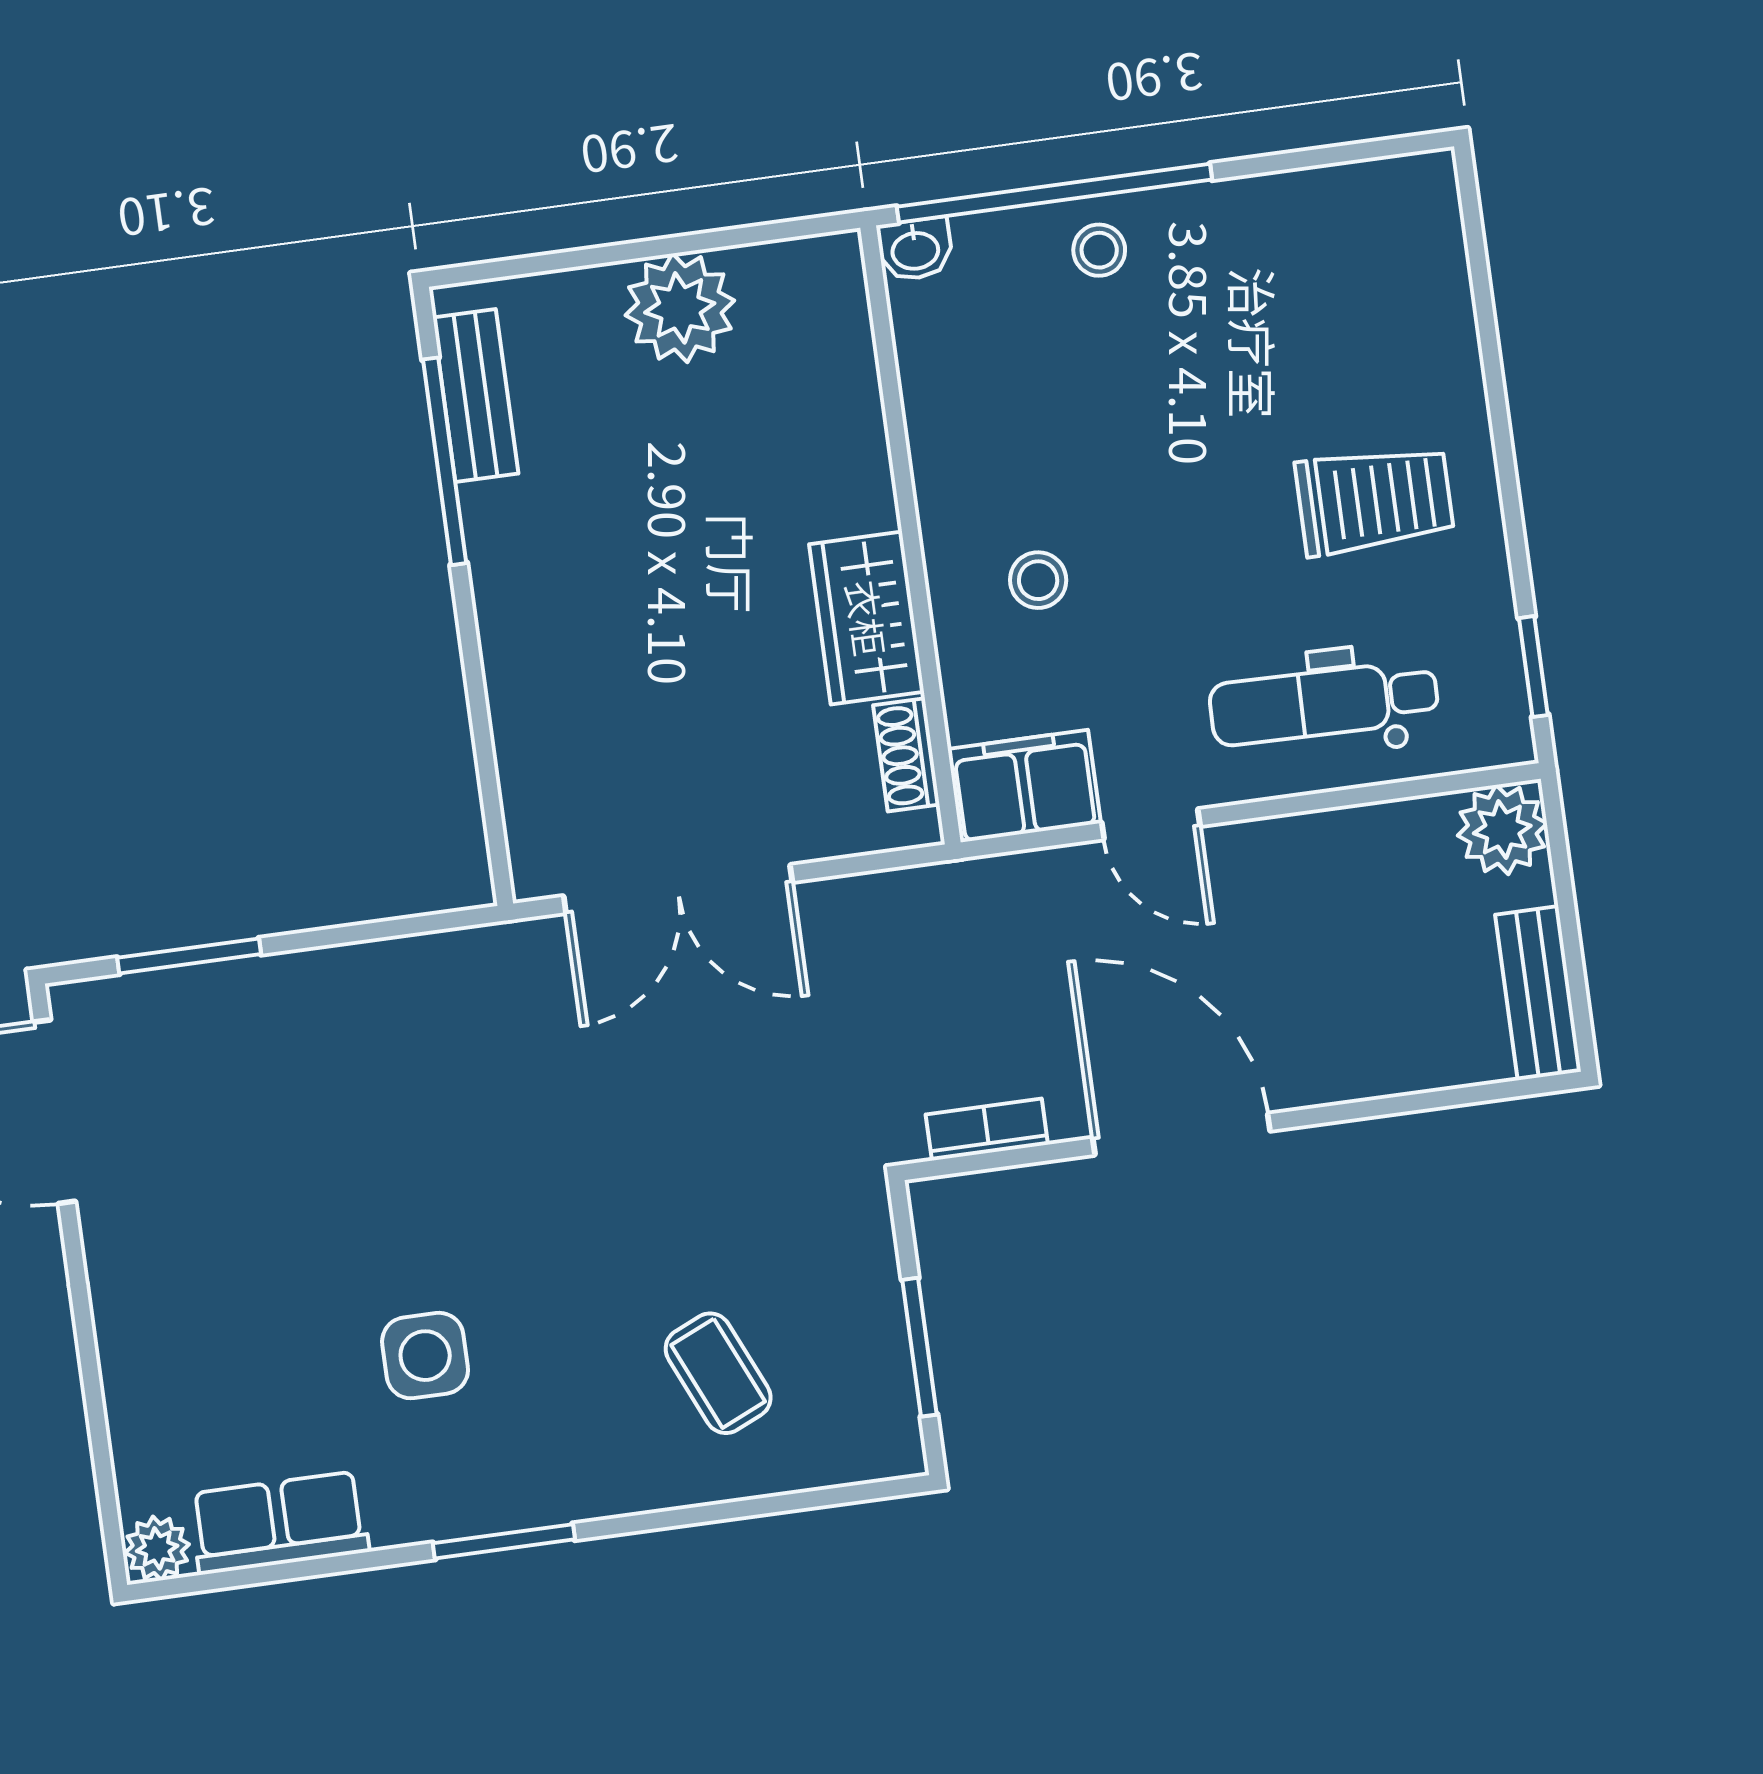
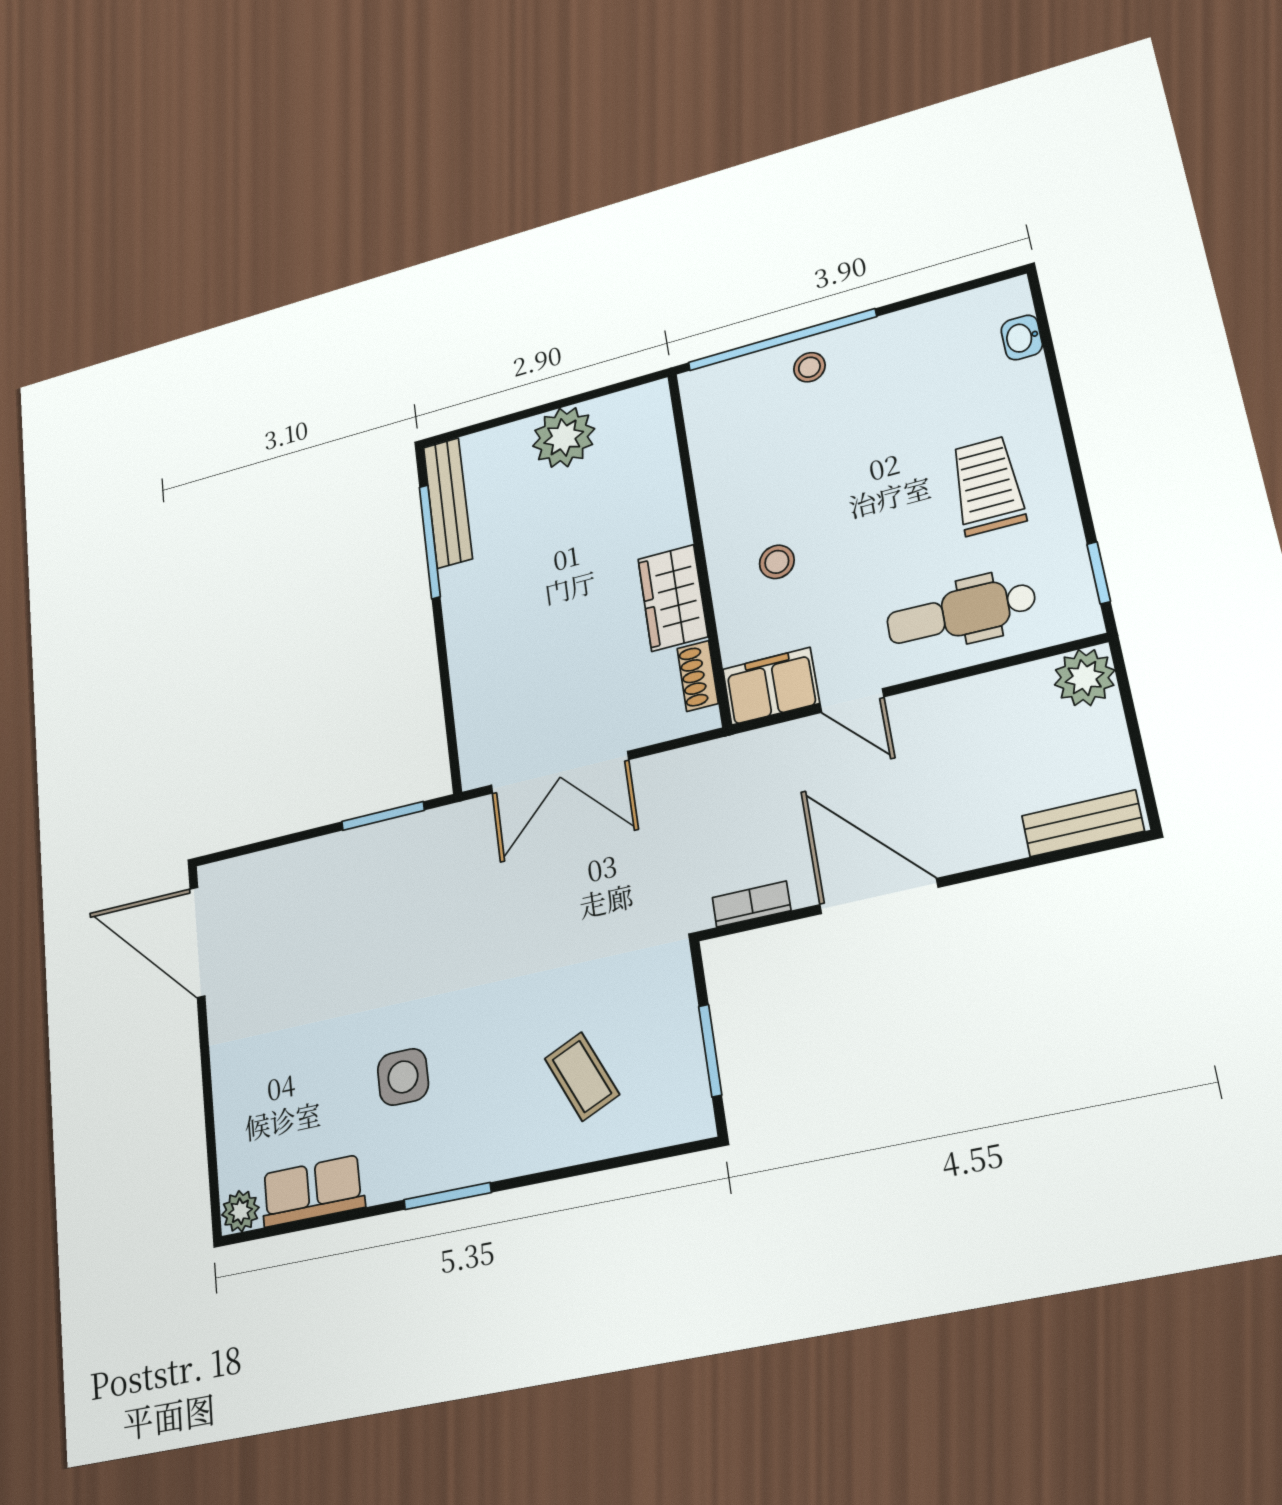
washbasin: (915, 249) -> (1022, 337), moved, turned 90
bench: (476, 396) -> (448, 503), width x1.36
trolley: (1374, 500) -> (987, 486), turned -90
window: (189, 956) -> (383, 816), moved
bench: (1538, 993) -> (1083, 823), moved, turned 90

